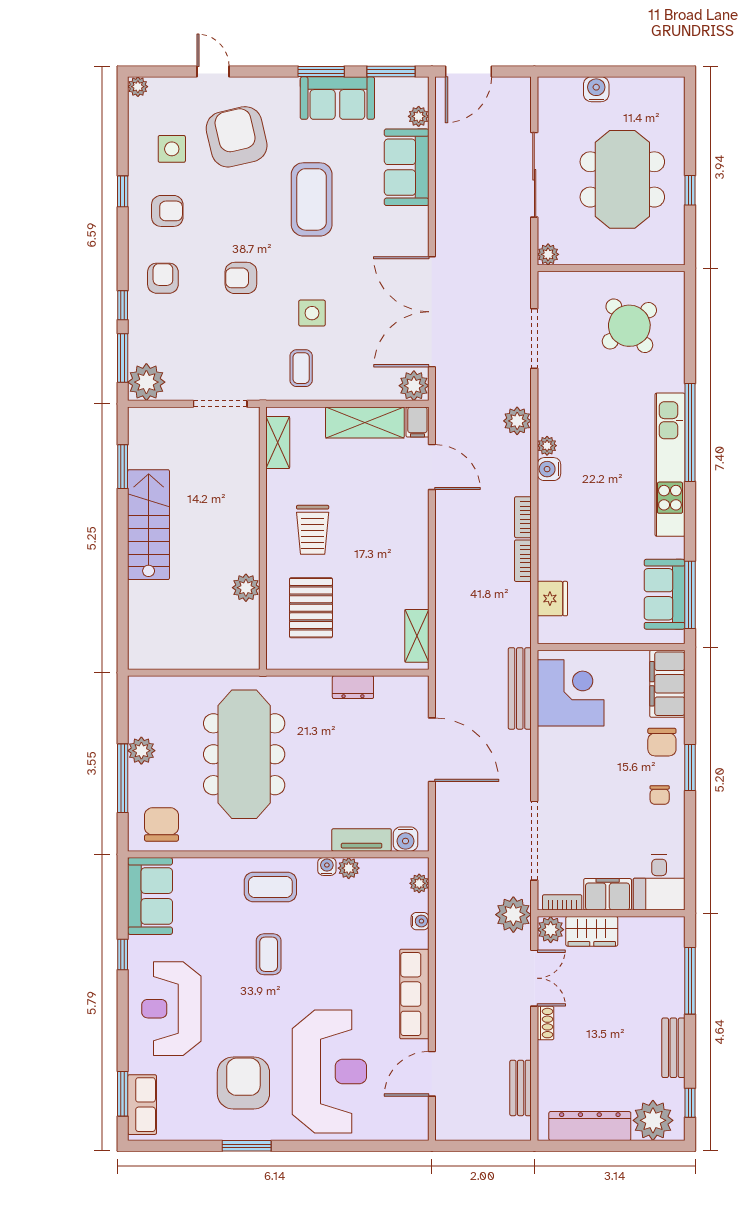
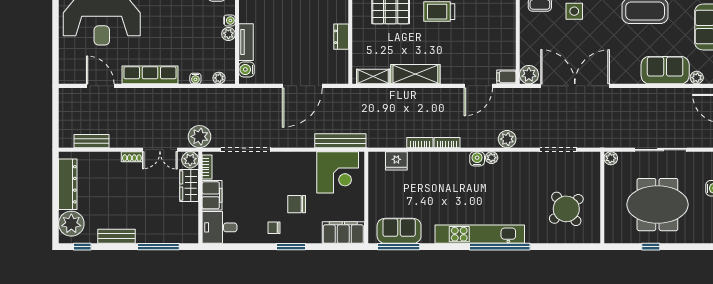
shelving: (365, 423) -> (415, 74), moved, turned 90
chair: (662, 742) -> (297, 204), moved

